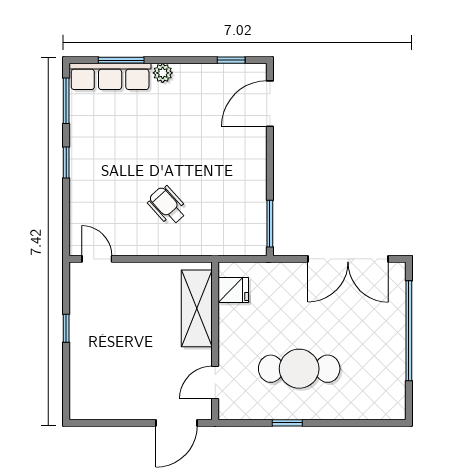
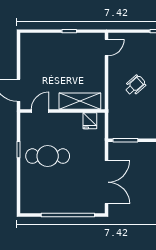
double door: (348, 259) -> (106, 182), swing flipped
cafe table: (299, 369) -> (48, 156), turned 90
door: (215, 383) -> (40, 111), hinge flipped

